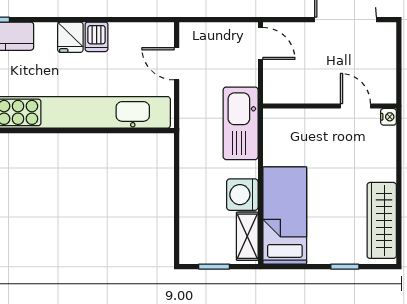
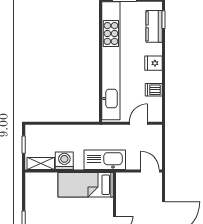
dishwasher: (97, 37) -> (154, 90), moved
door: (261, 43) -> (150, 171), swing flipped
bed: (285, 215) -> (86, 185), moved, turned 180

